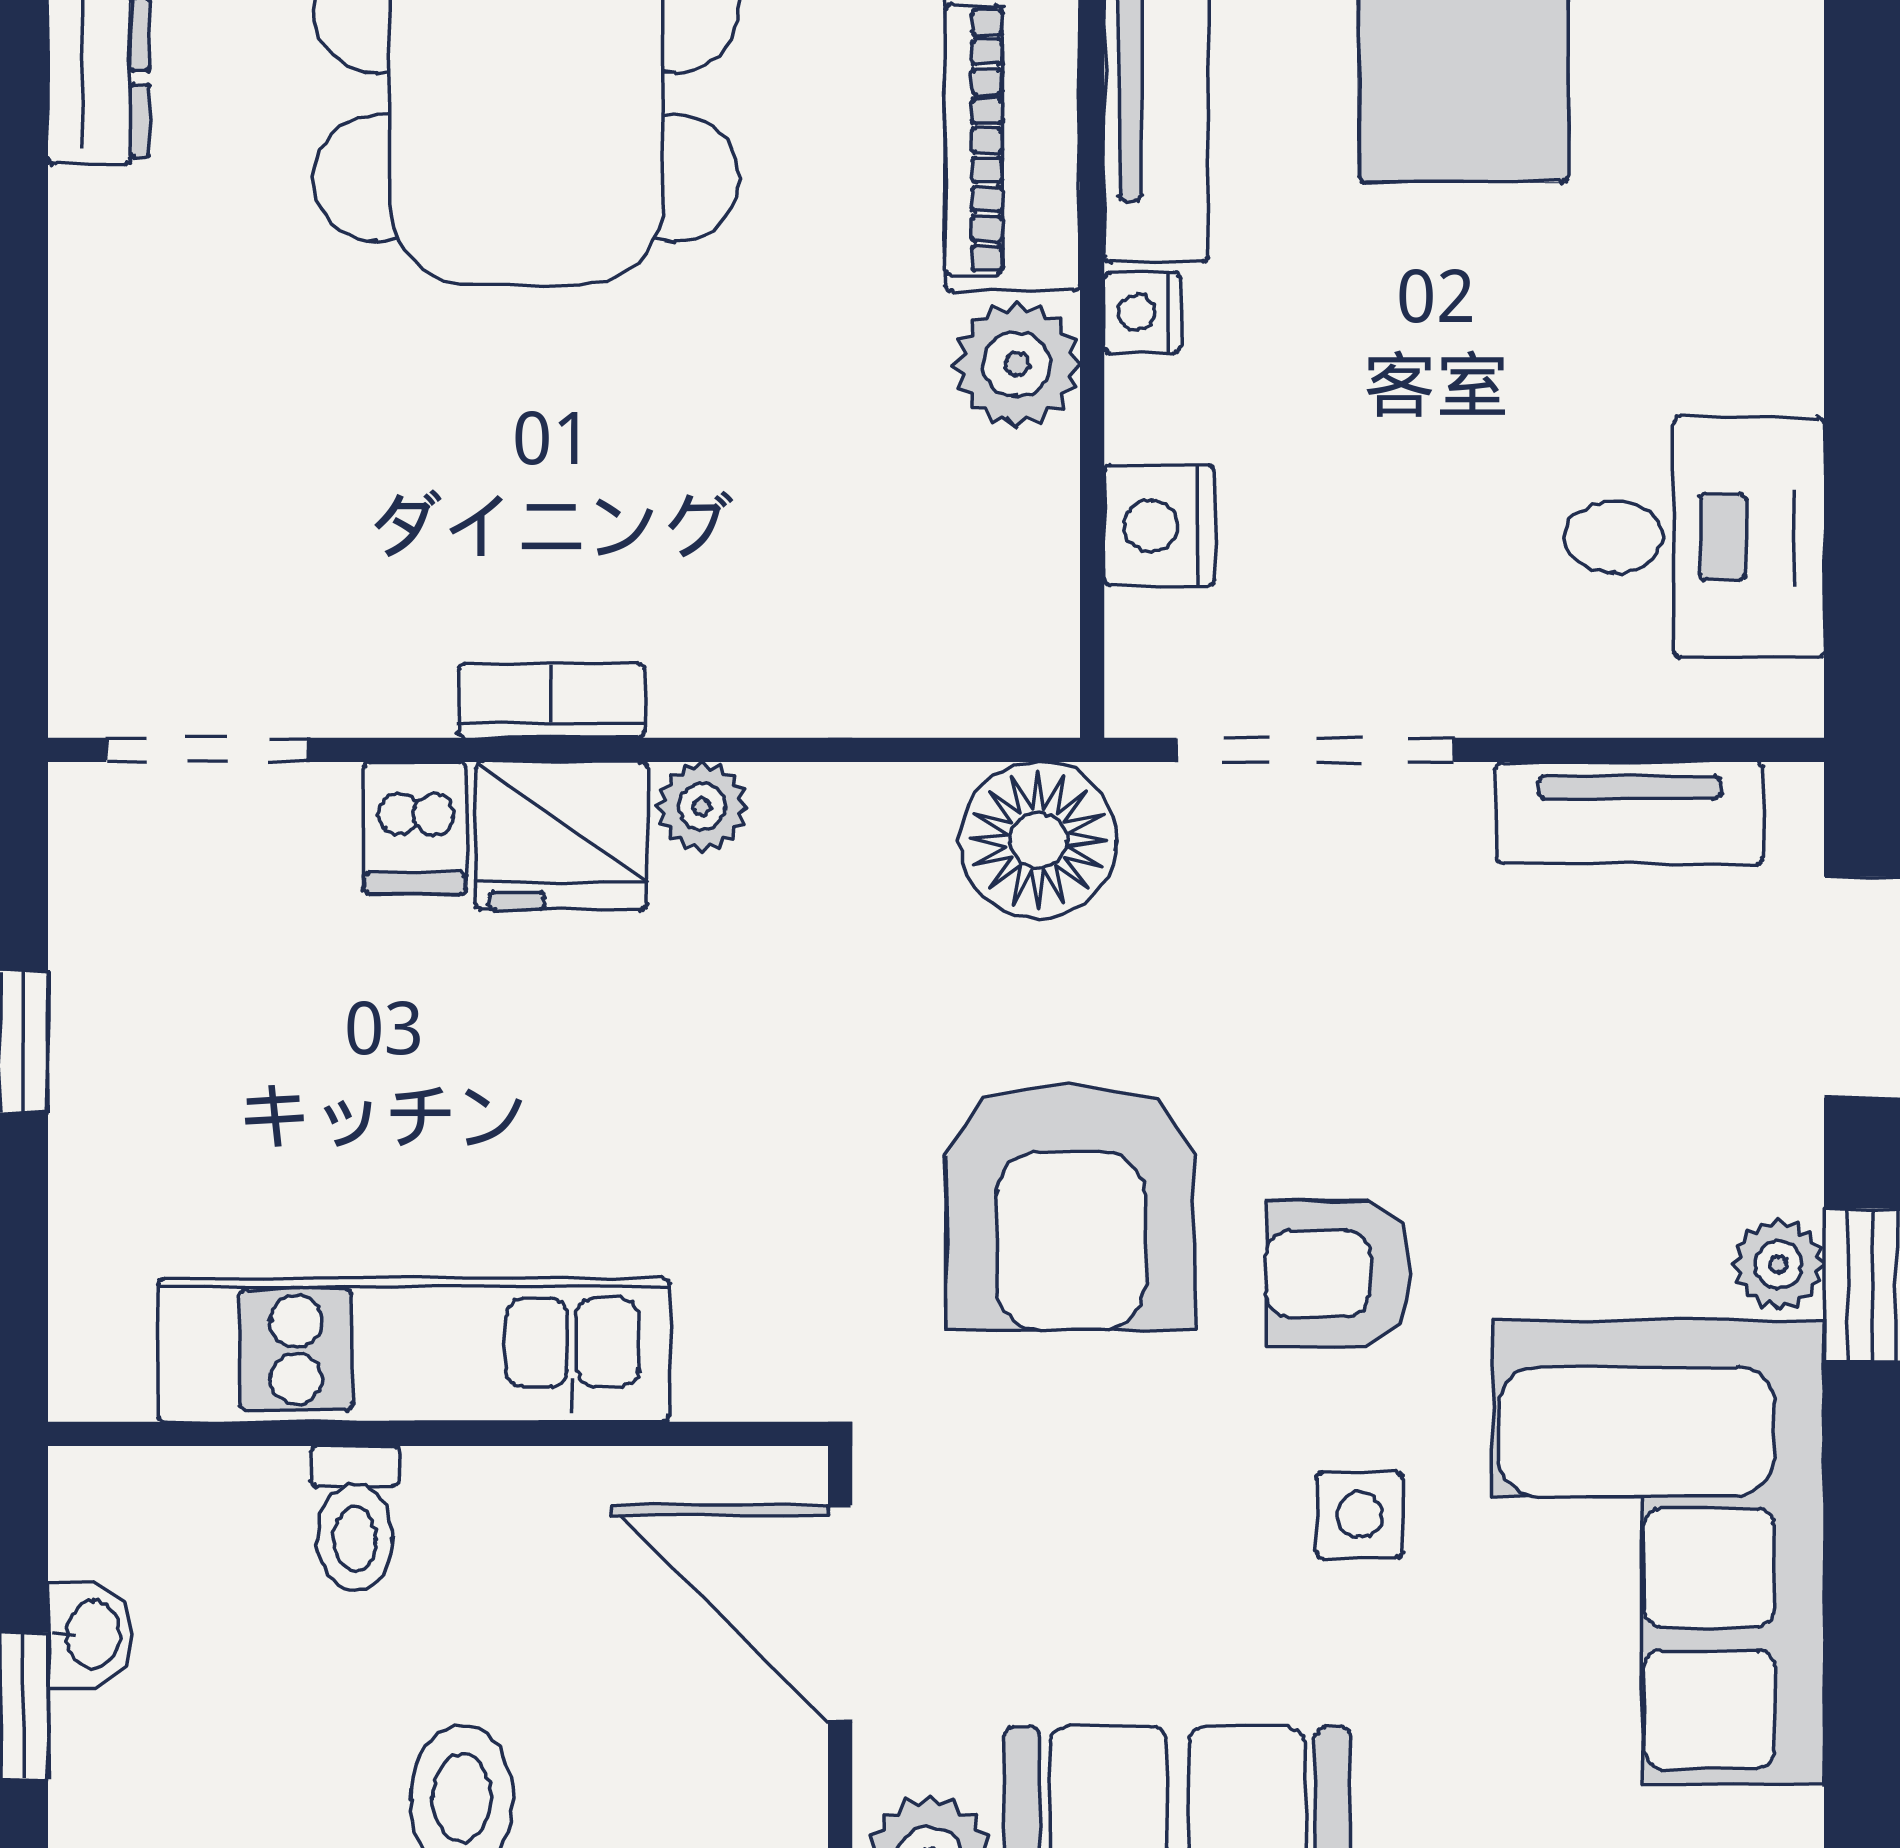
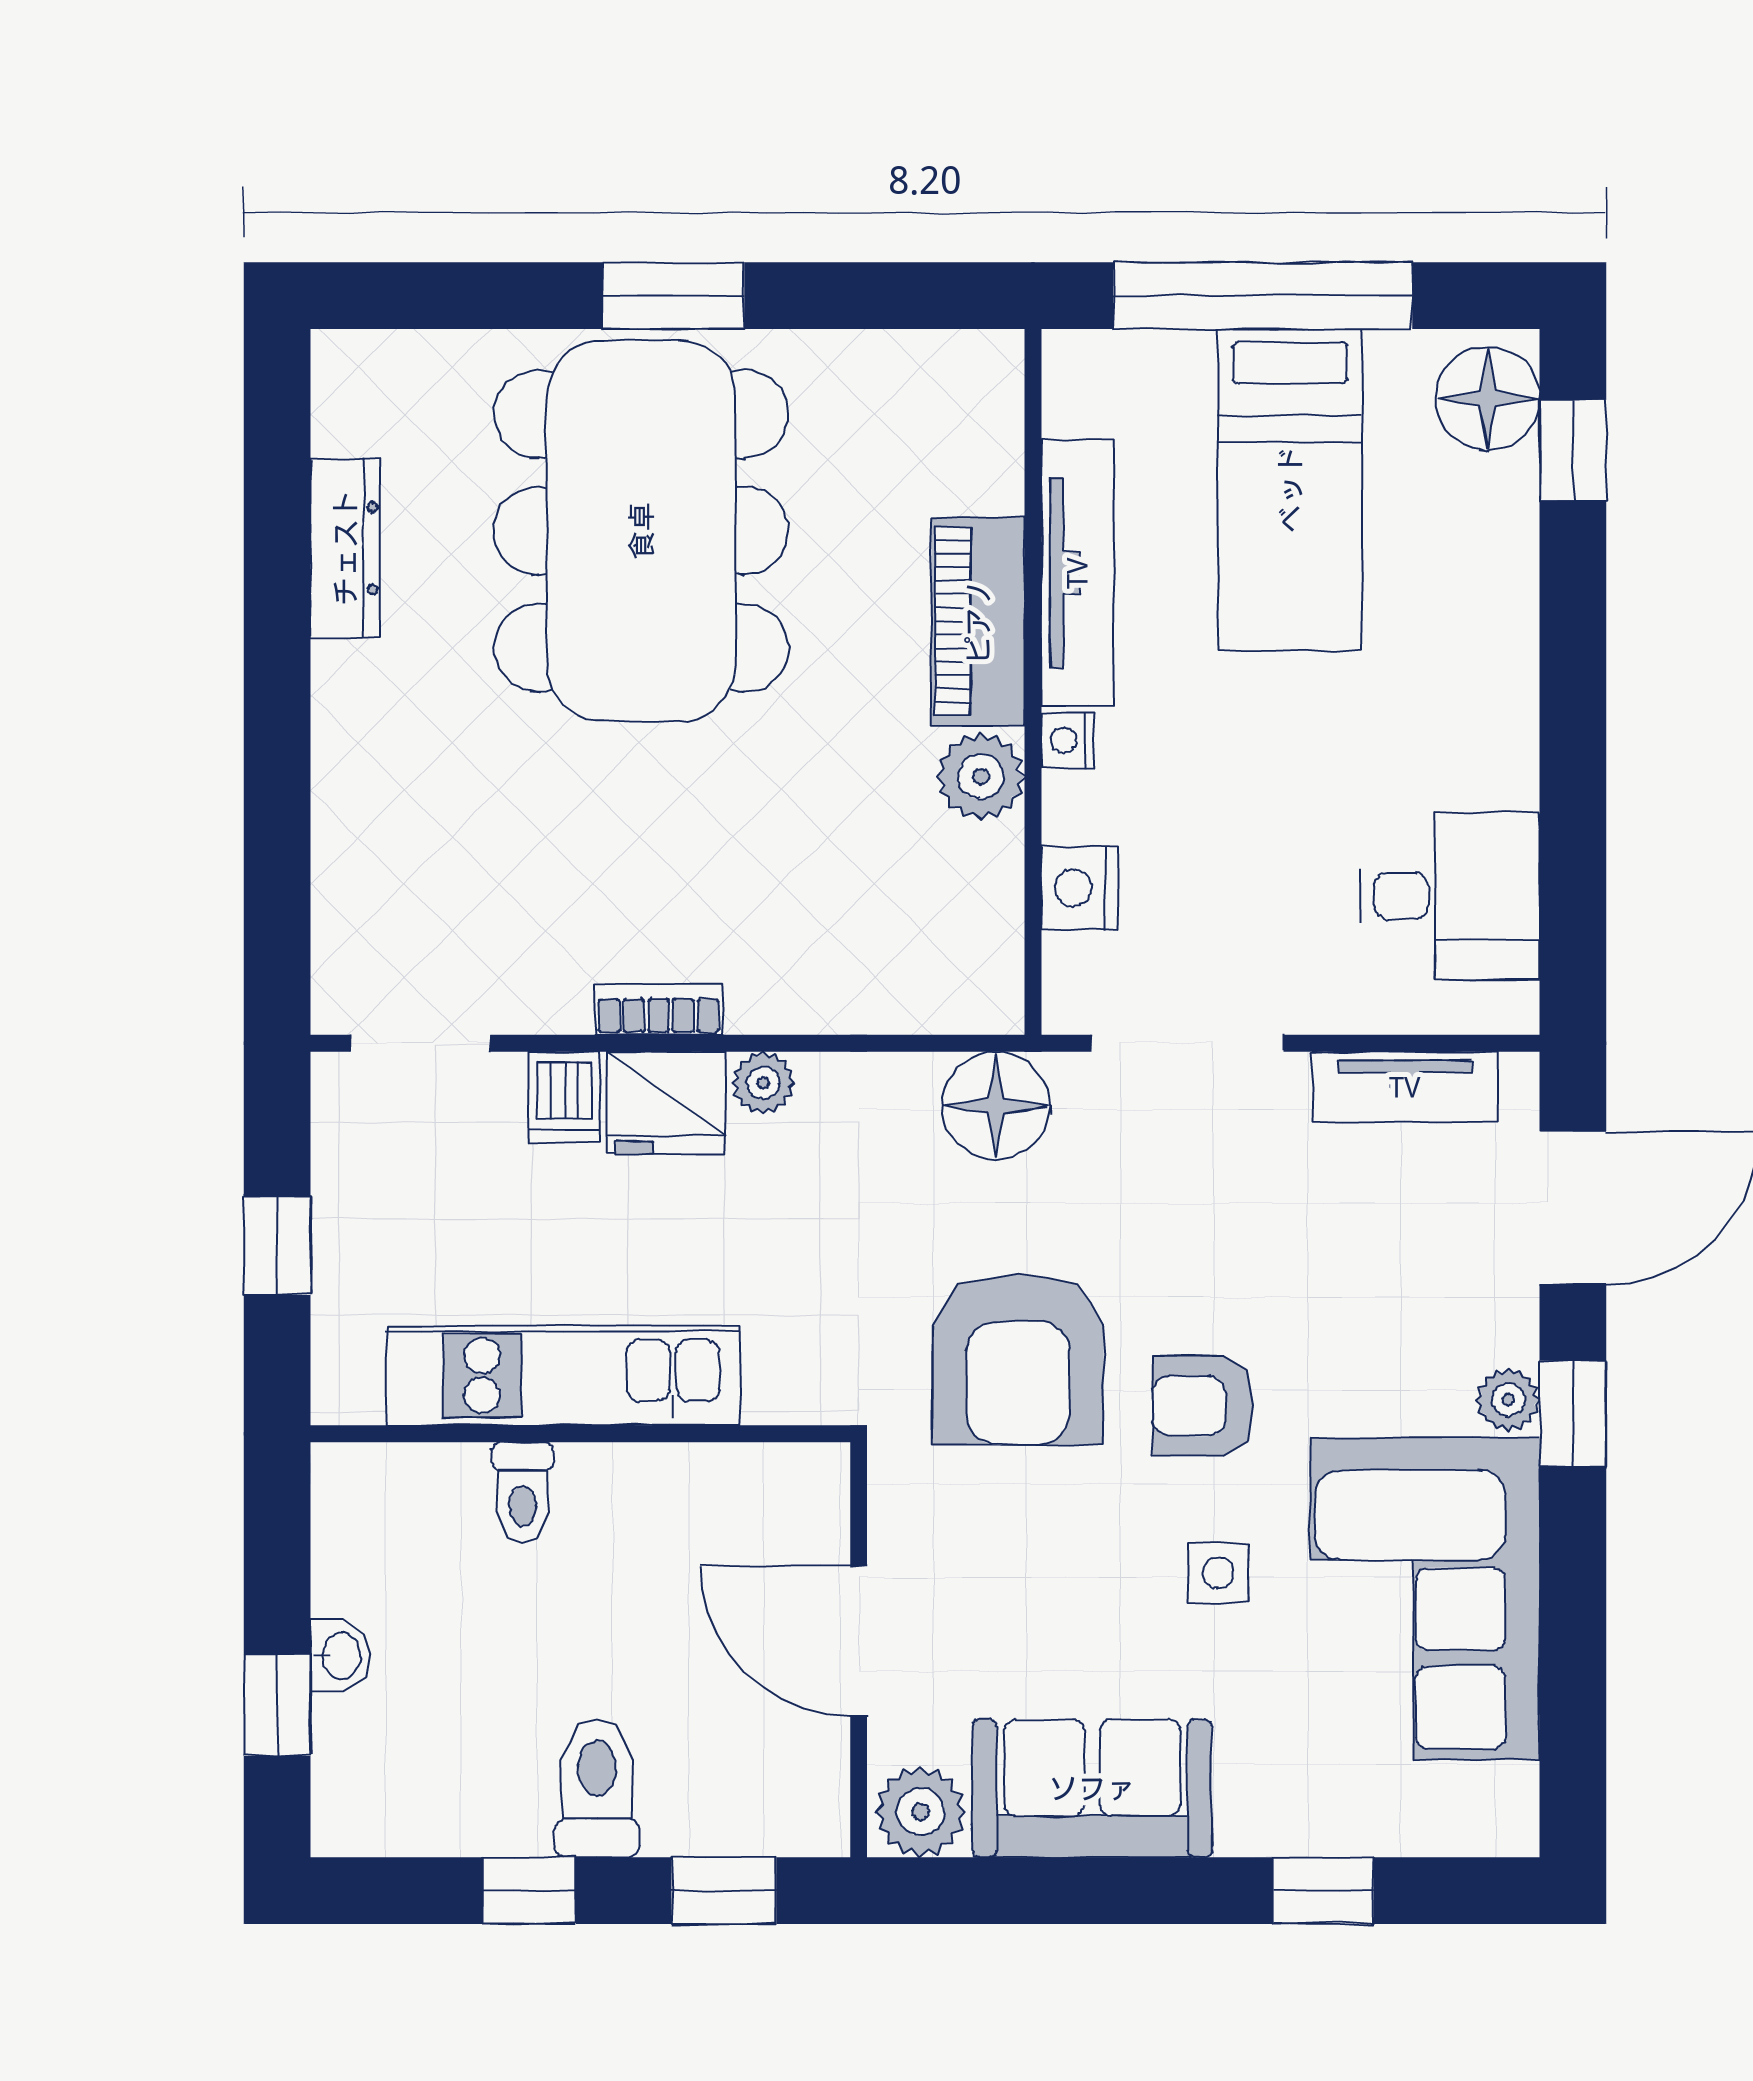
kitchen unit: (414, 1350) -> (563, 1376), moved
wall: (438, 1434) -> (580, 1434), moved
toilet: (355, 1518) -> (523, 1492), moved

